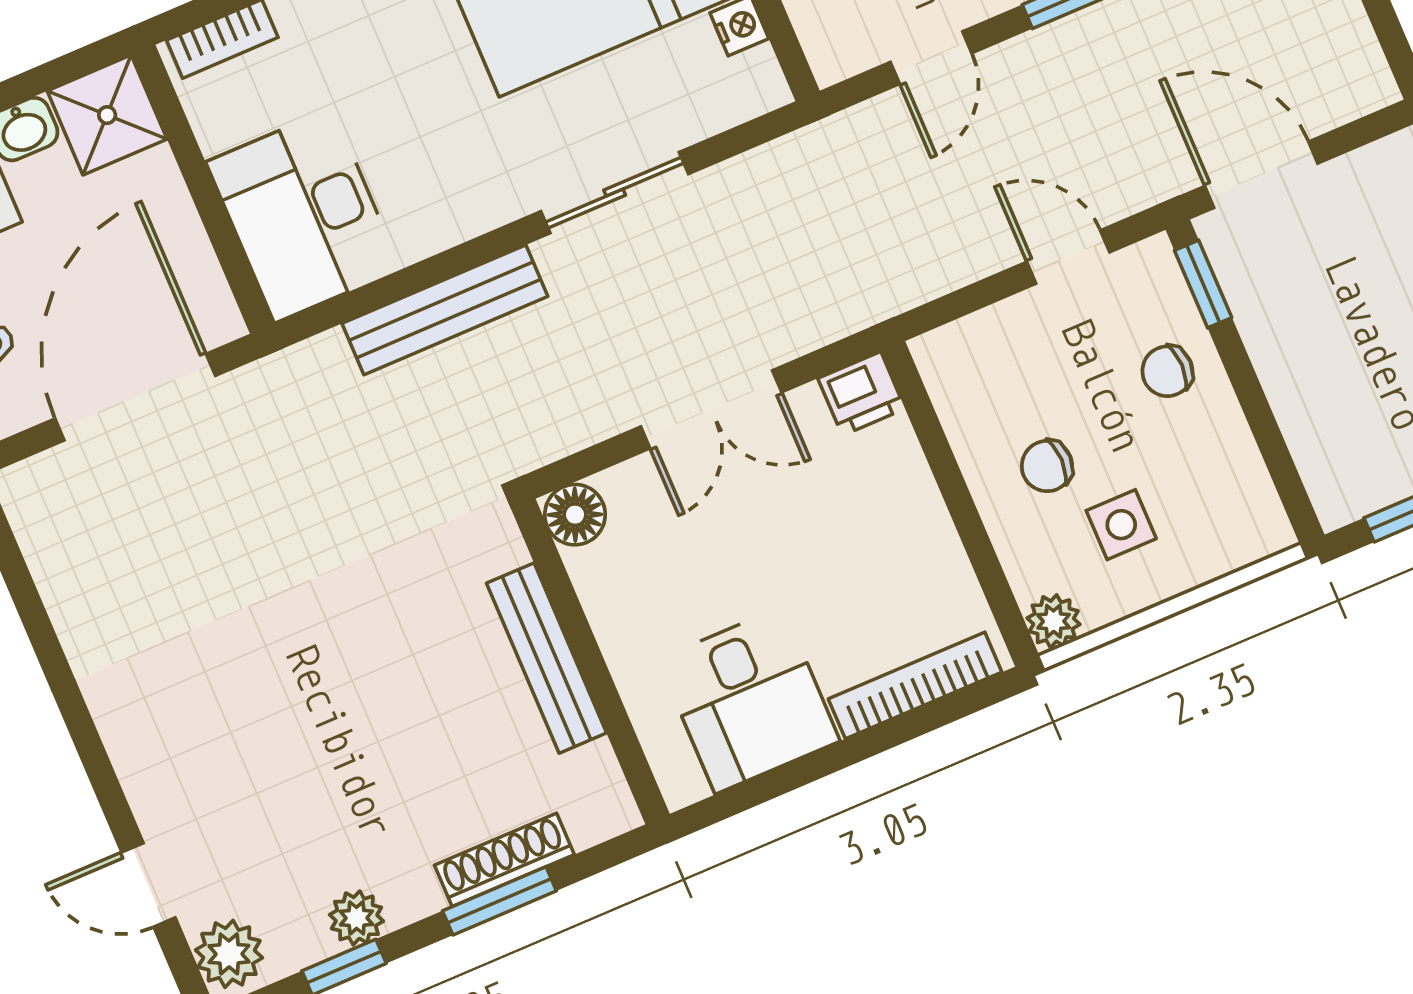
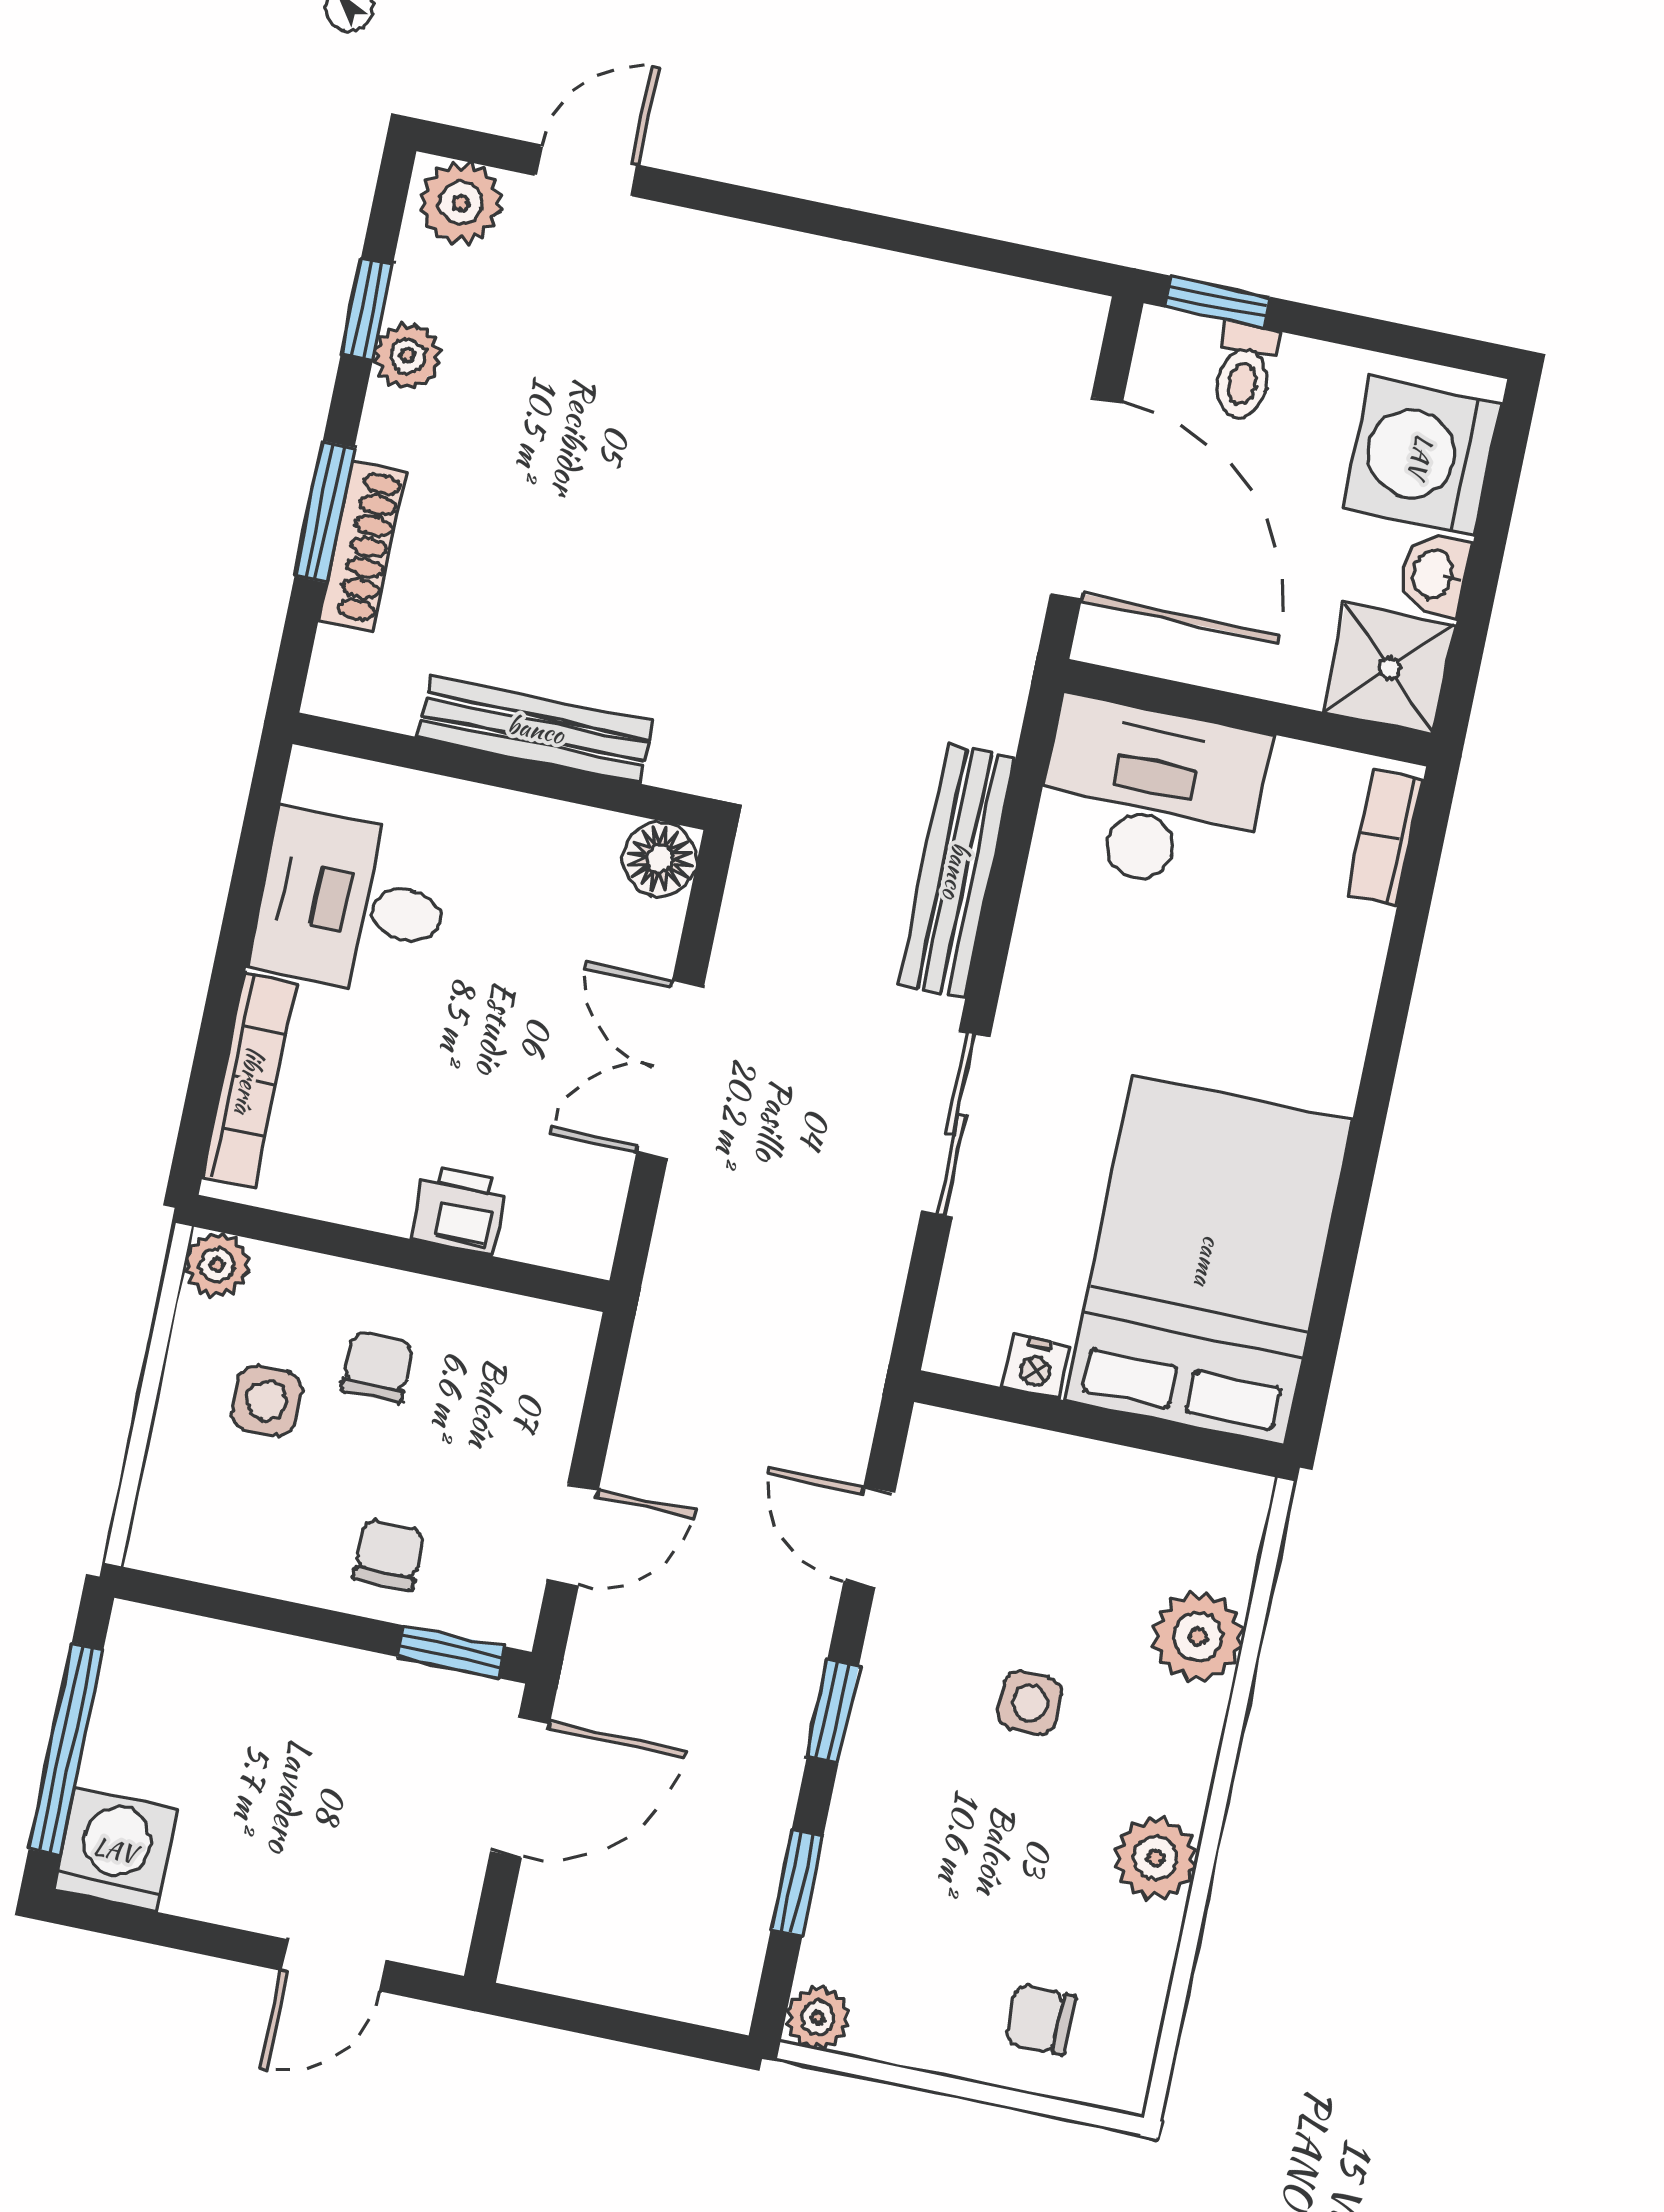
printer: (861, 394) -> (459, 1210), moved, turned 90

